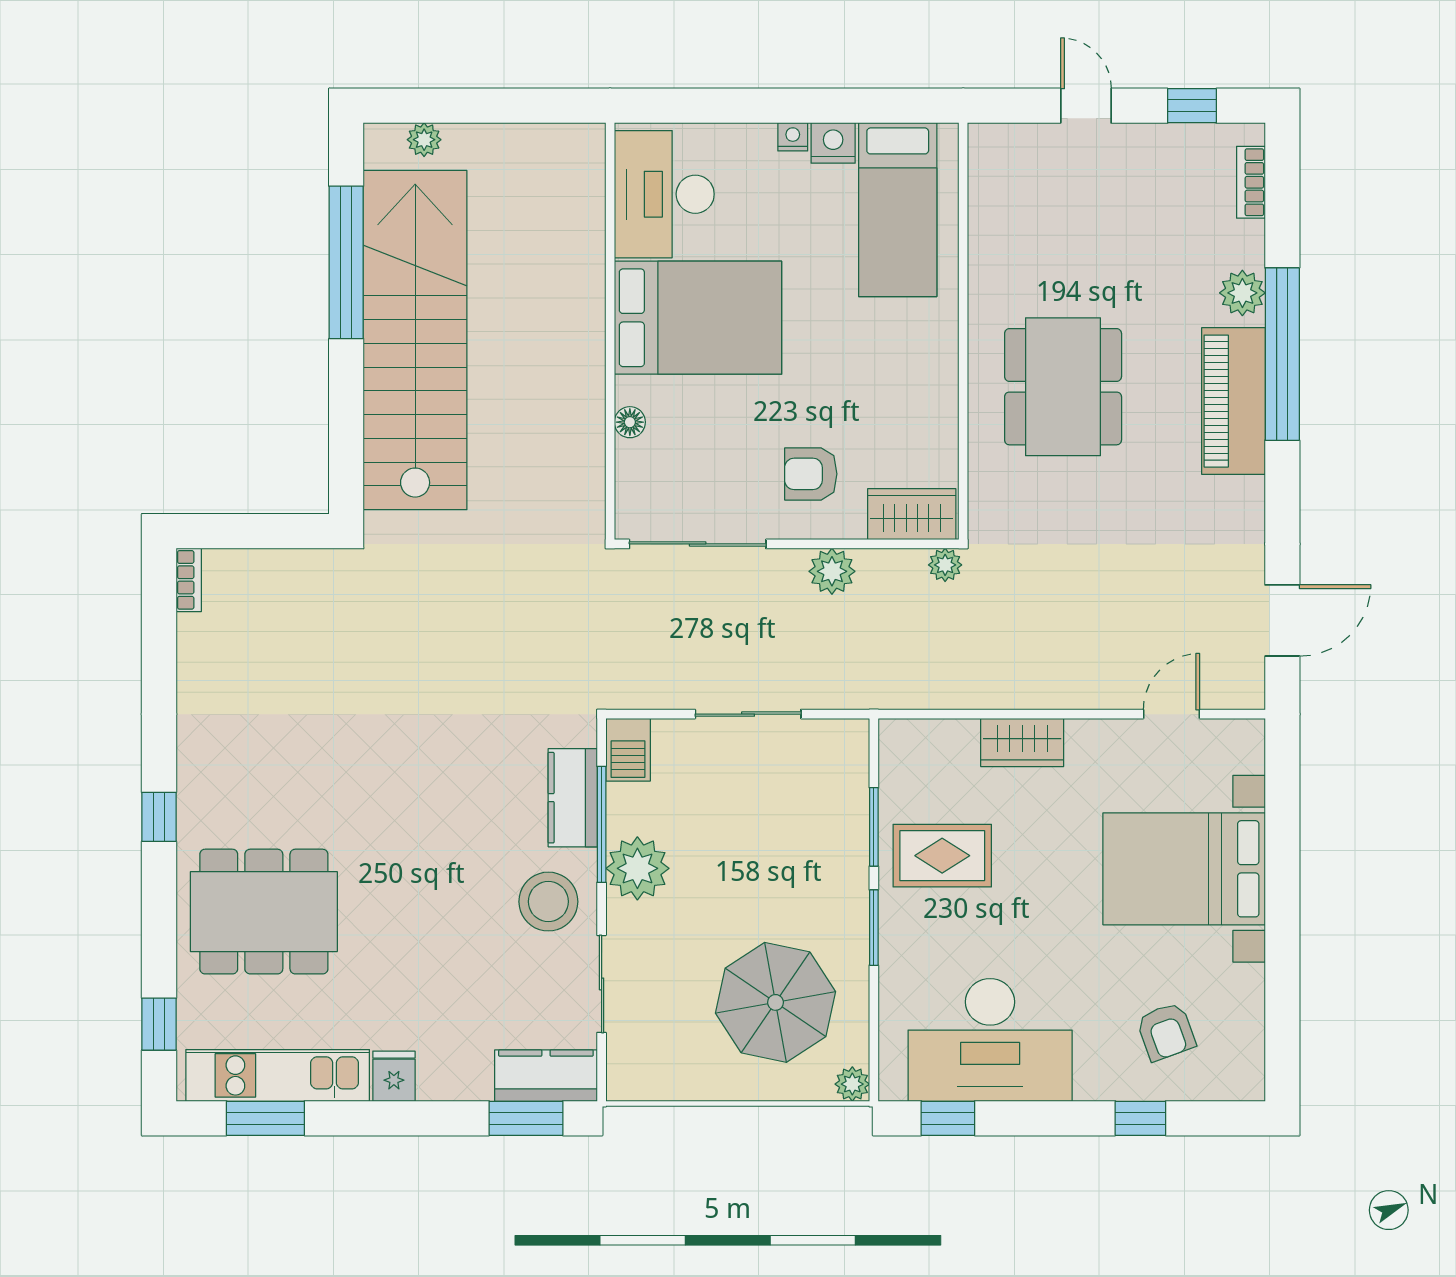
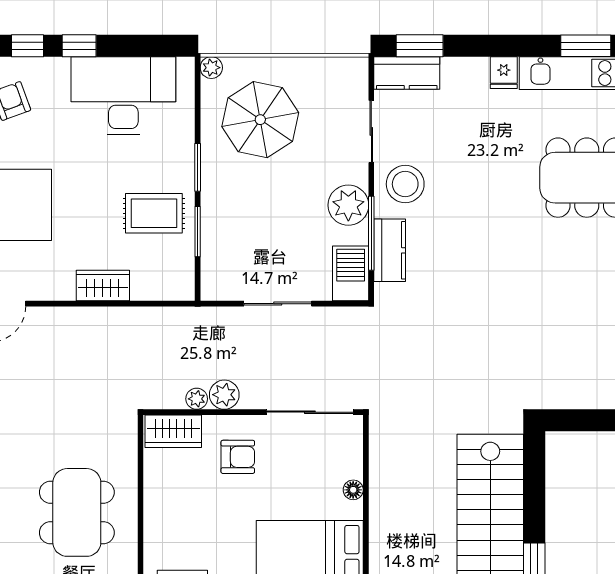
plant: (945, 565) -> (197, 399), moved
barbecue: (628, 750) -> (351, 273), width x1.38, depth x1.27
window: (948, 1118) -> (79, 46), moved

